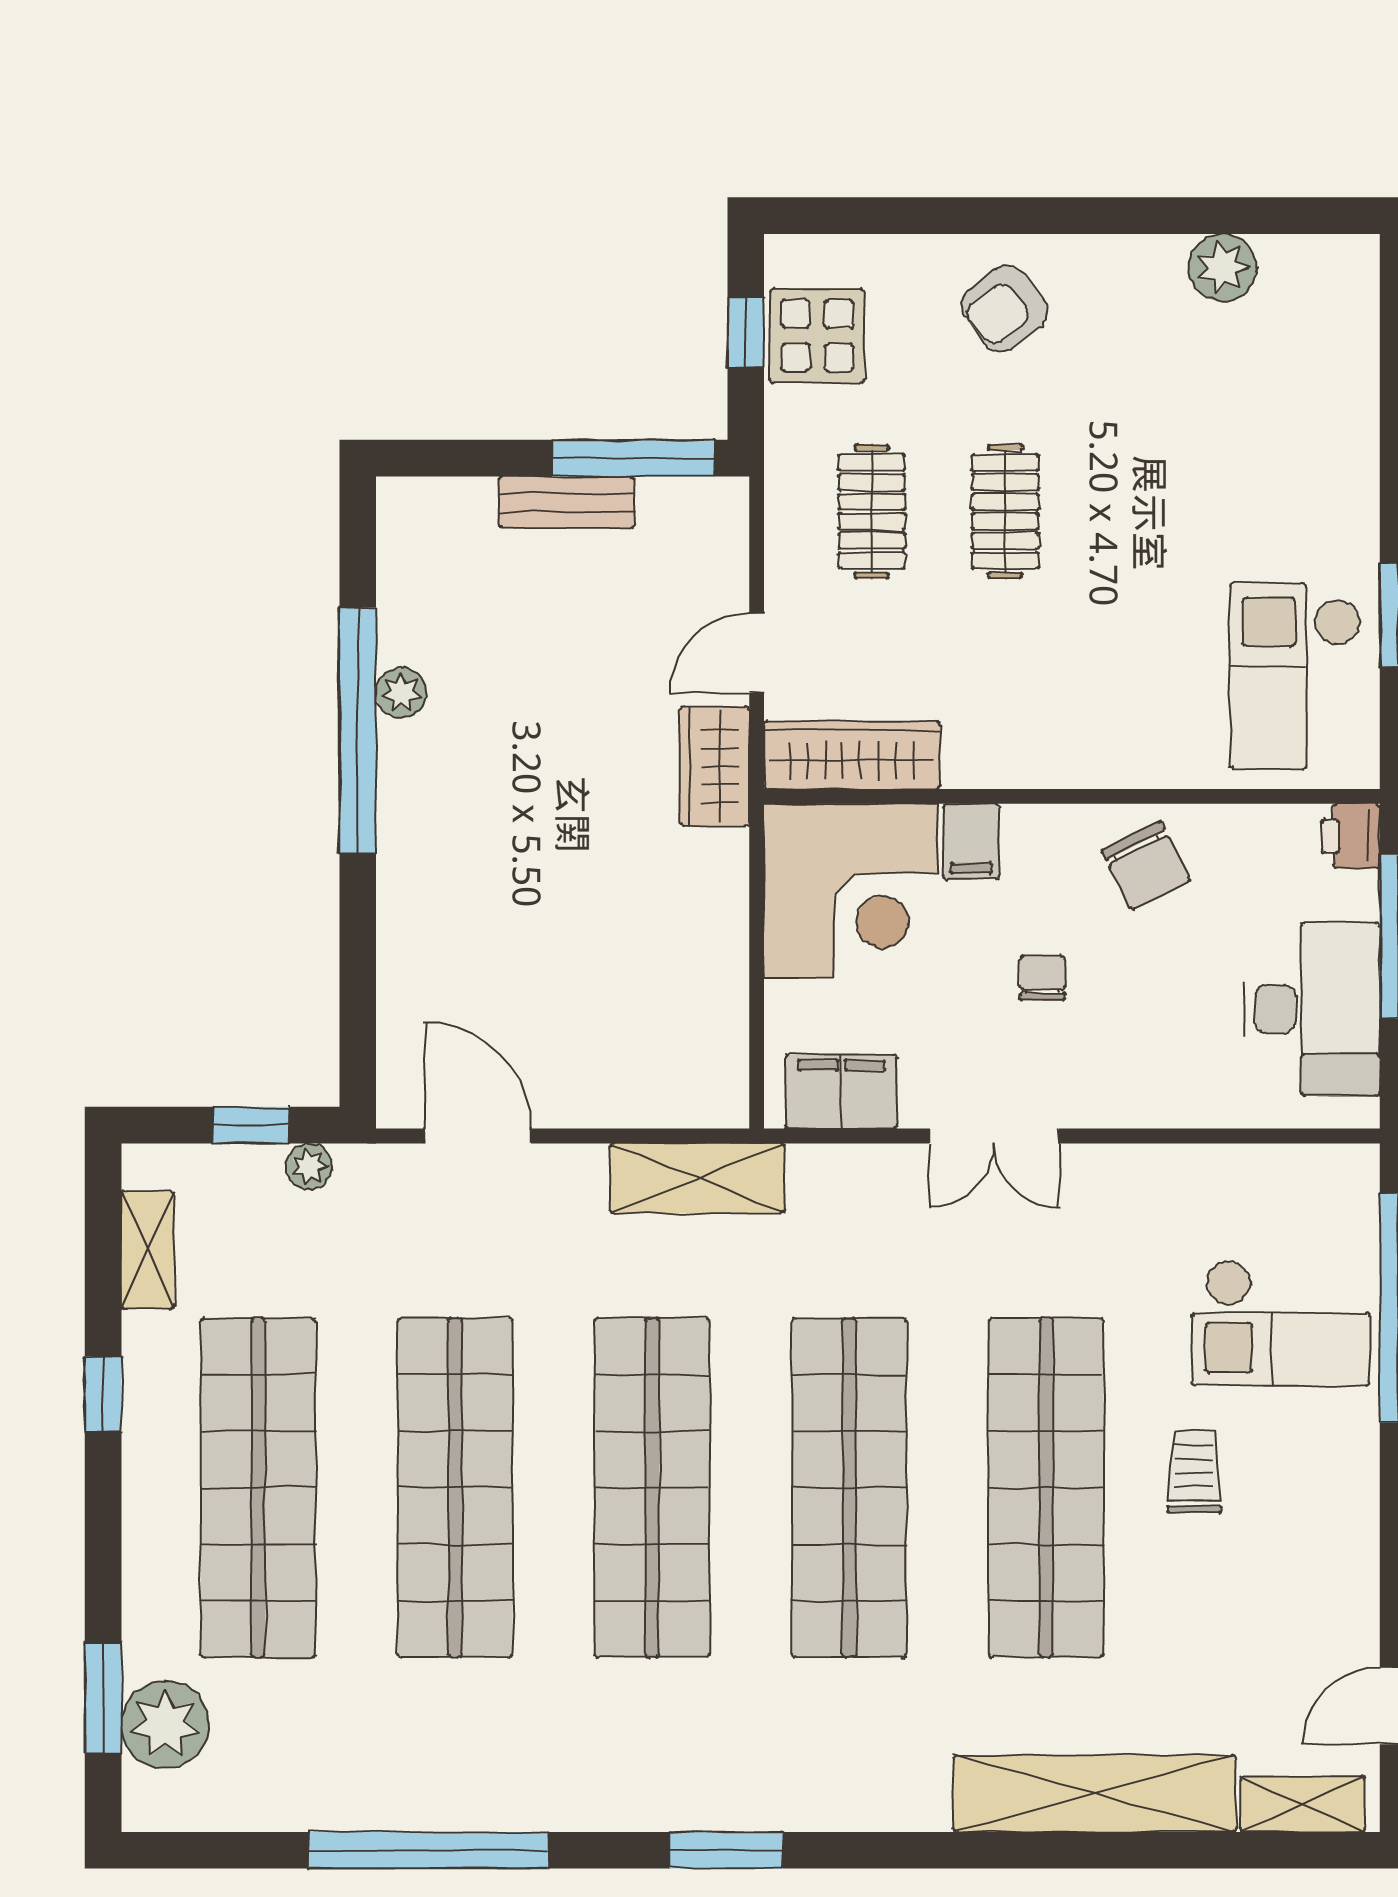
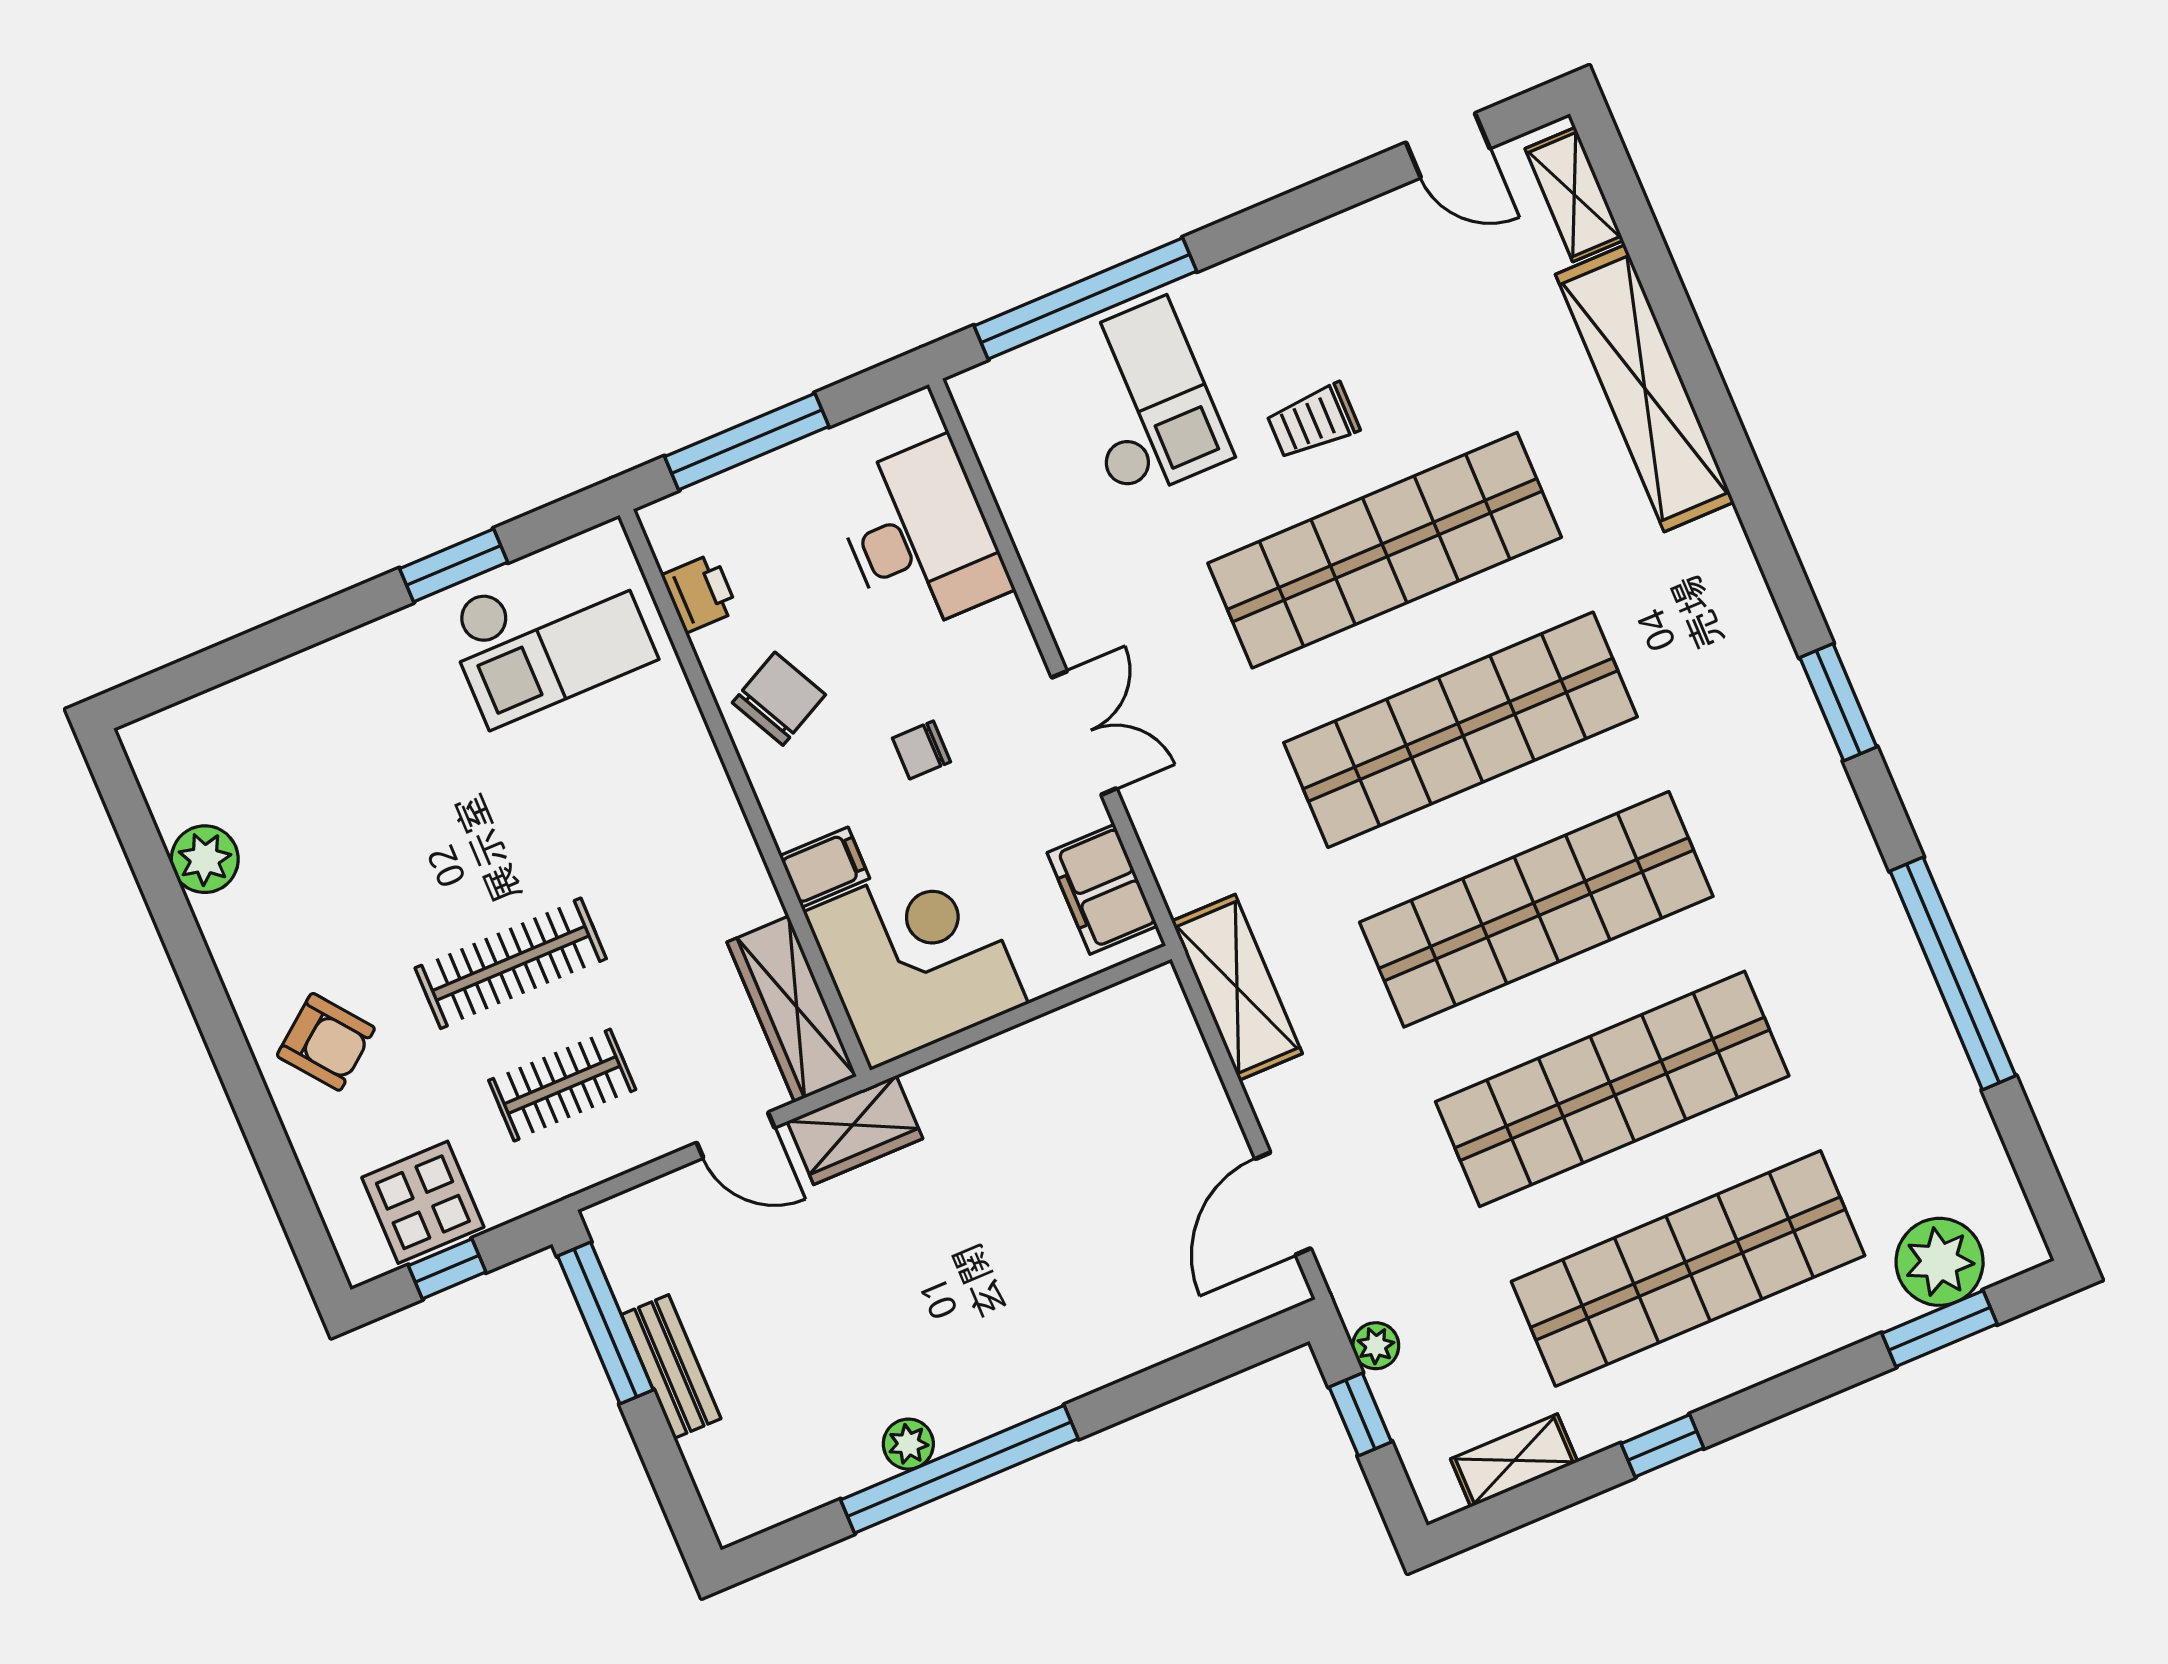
clothes rail: (1005, 512) -> (511, 963), width x1.36
printer: (1351, 836) -> (700, 593), moved, turned -90
desk: (1312, 1009) -> (920, 537), moved, turned 90

